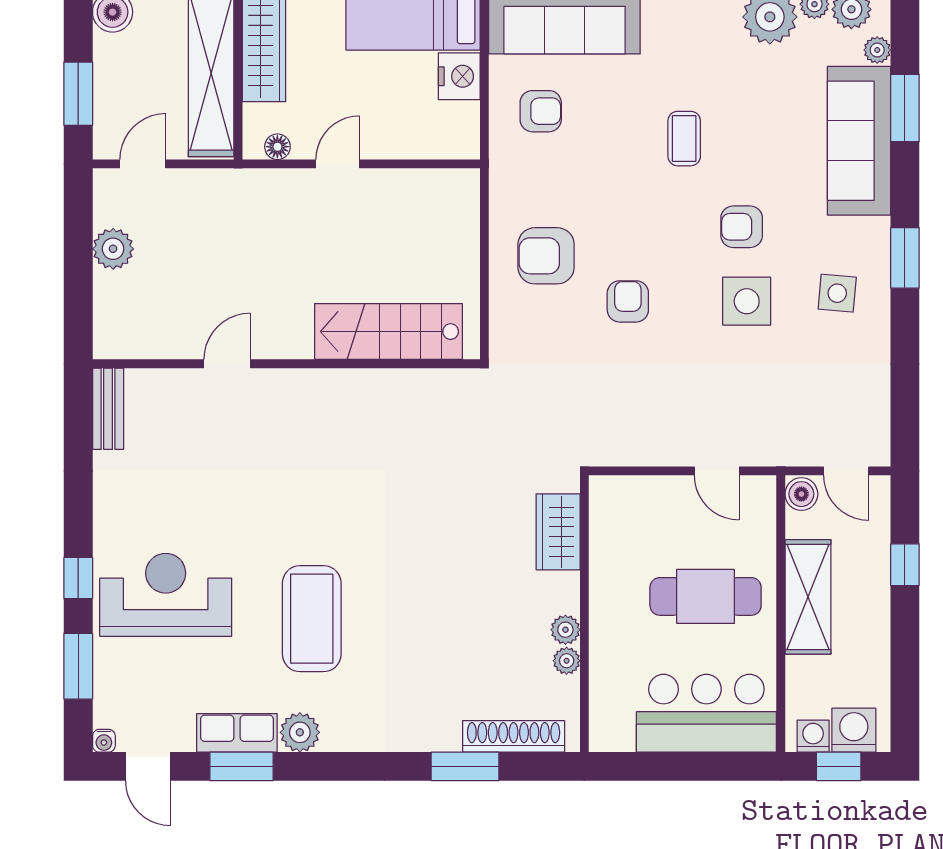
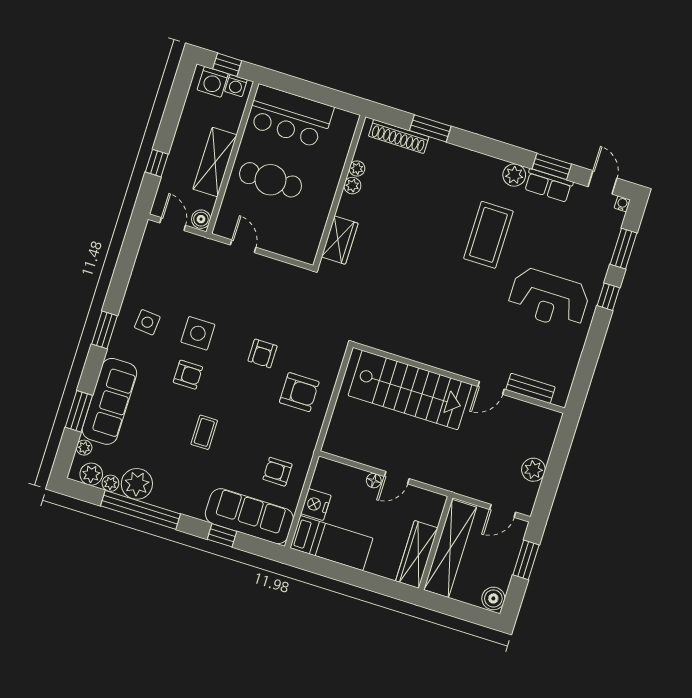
floor lamp: (277, 147) -> (374, 481), moved
stairs: (388, 332) -> (410, 390), width x1.36, depth x1.51
bench: (108, 409) -> (530, 388), moved, turned 90
reception desk: (166, 595) -> (549, 299), moved

